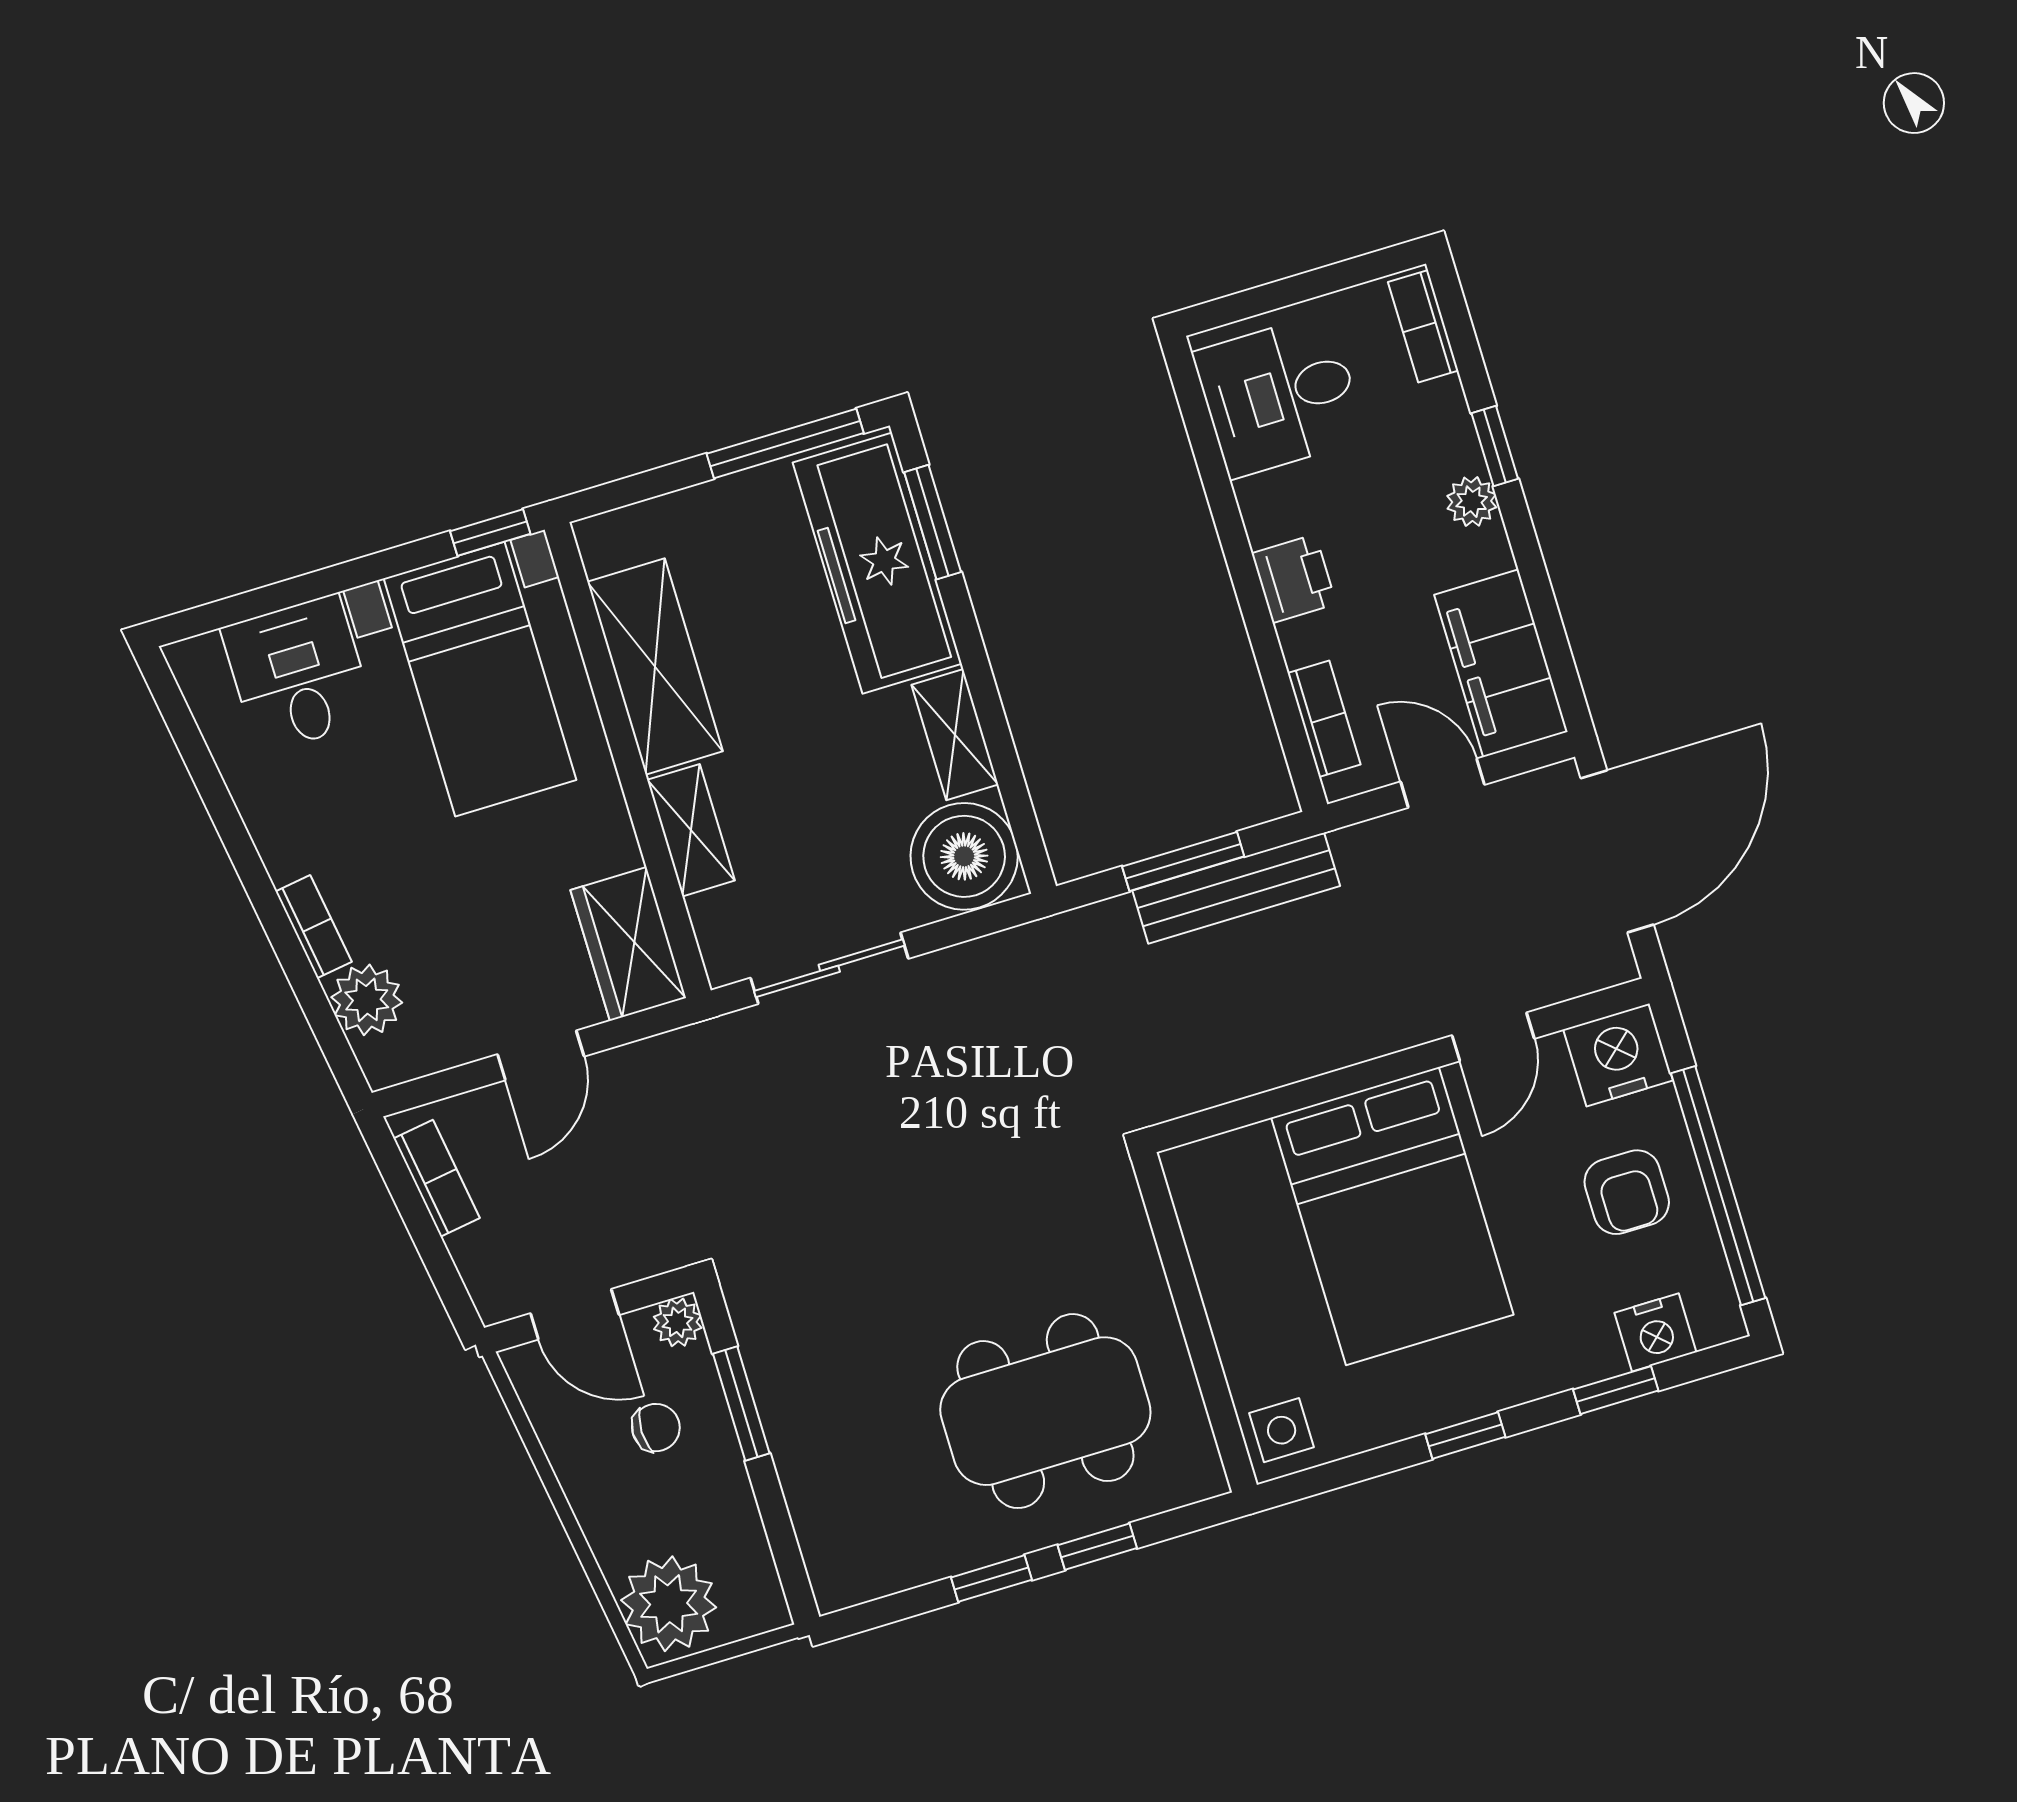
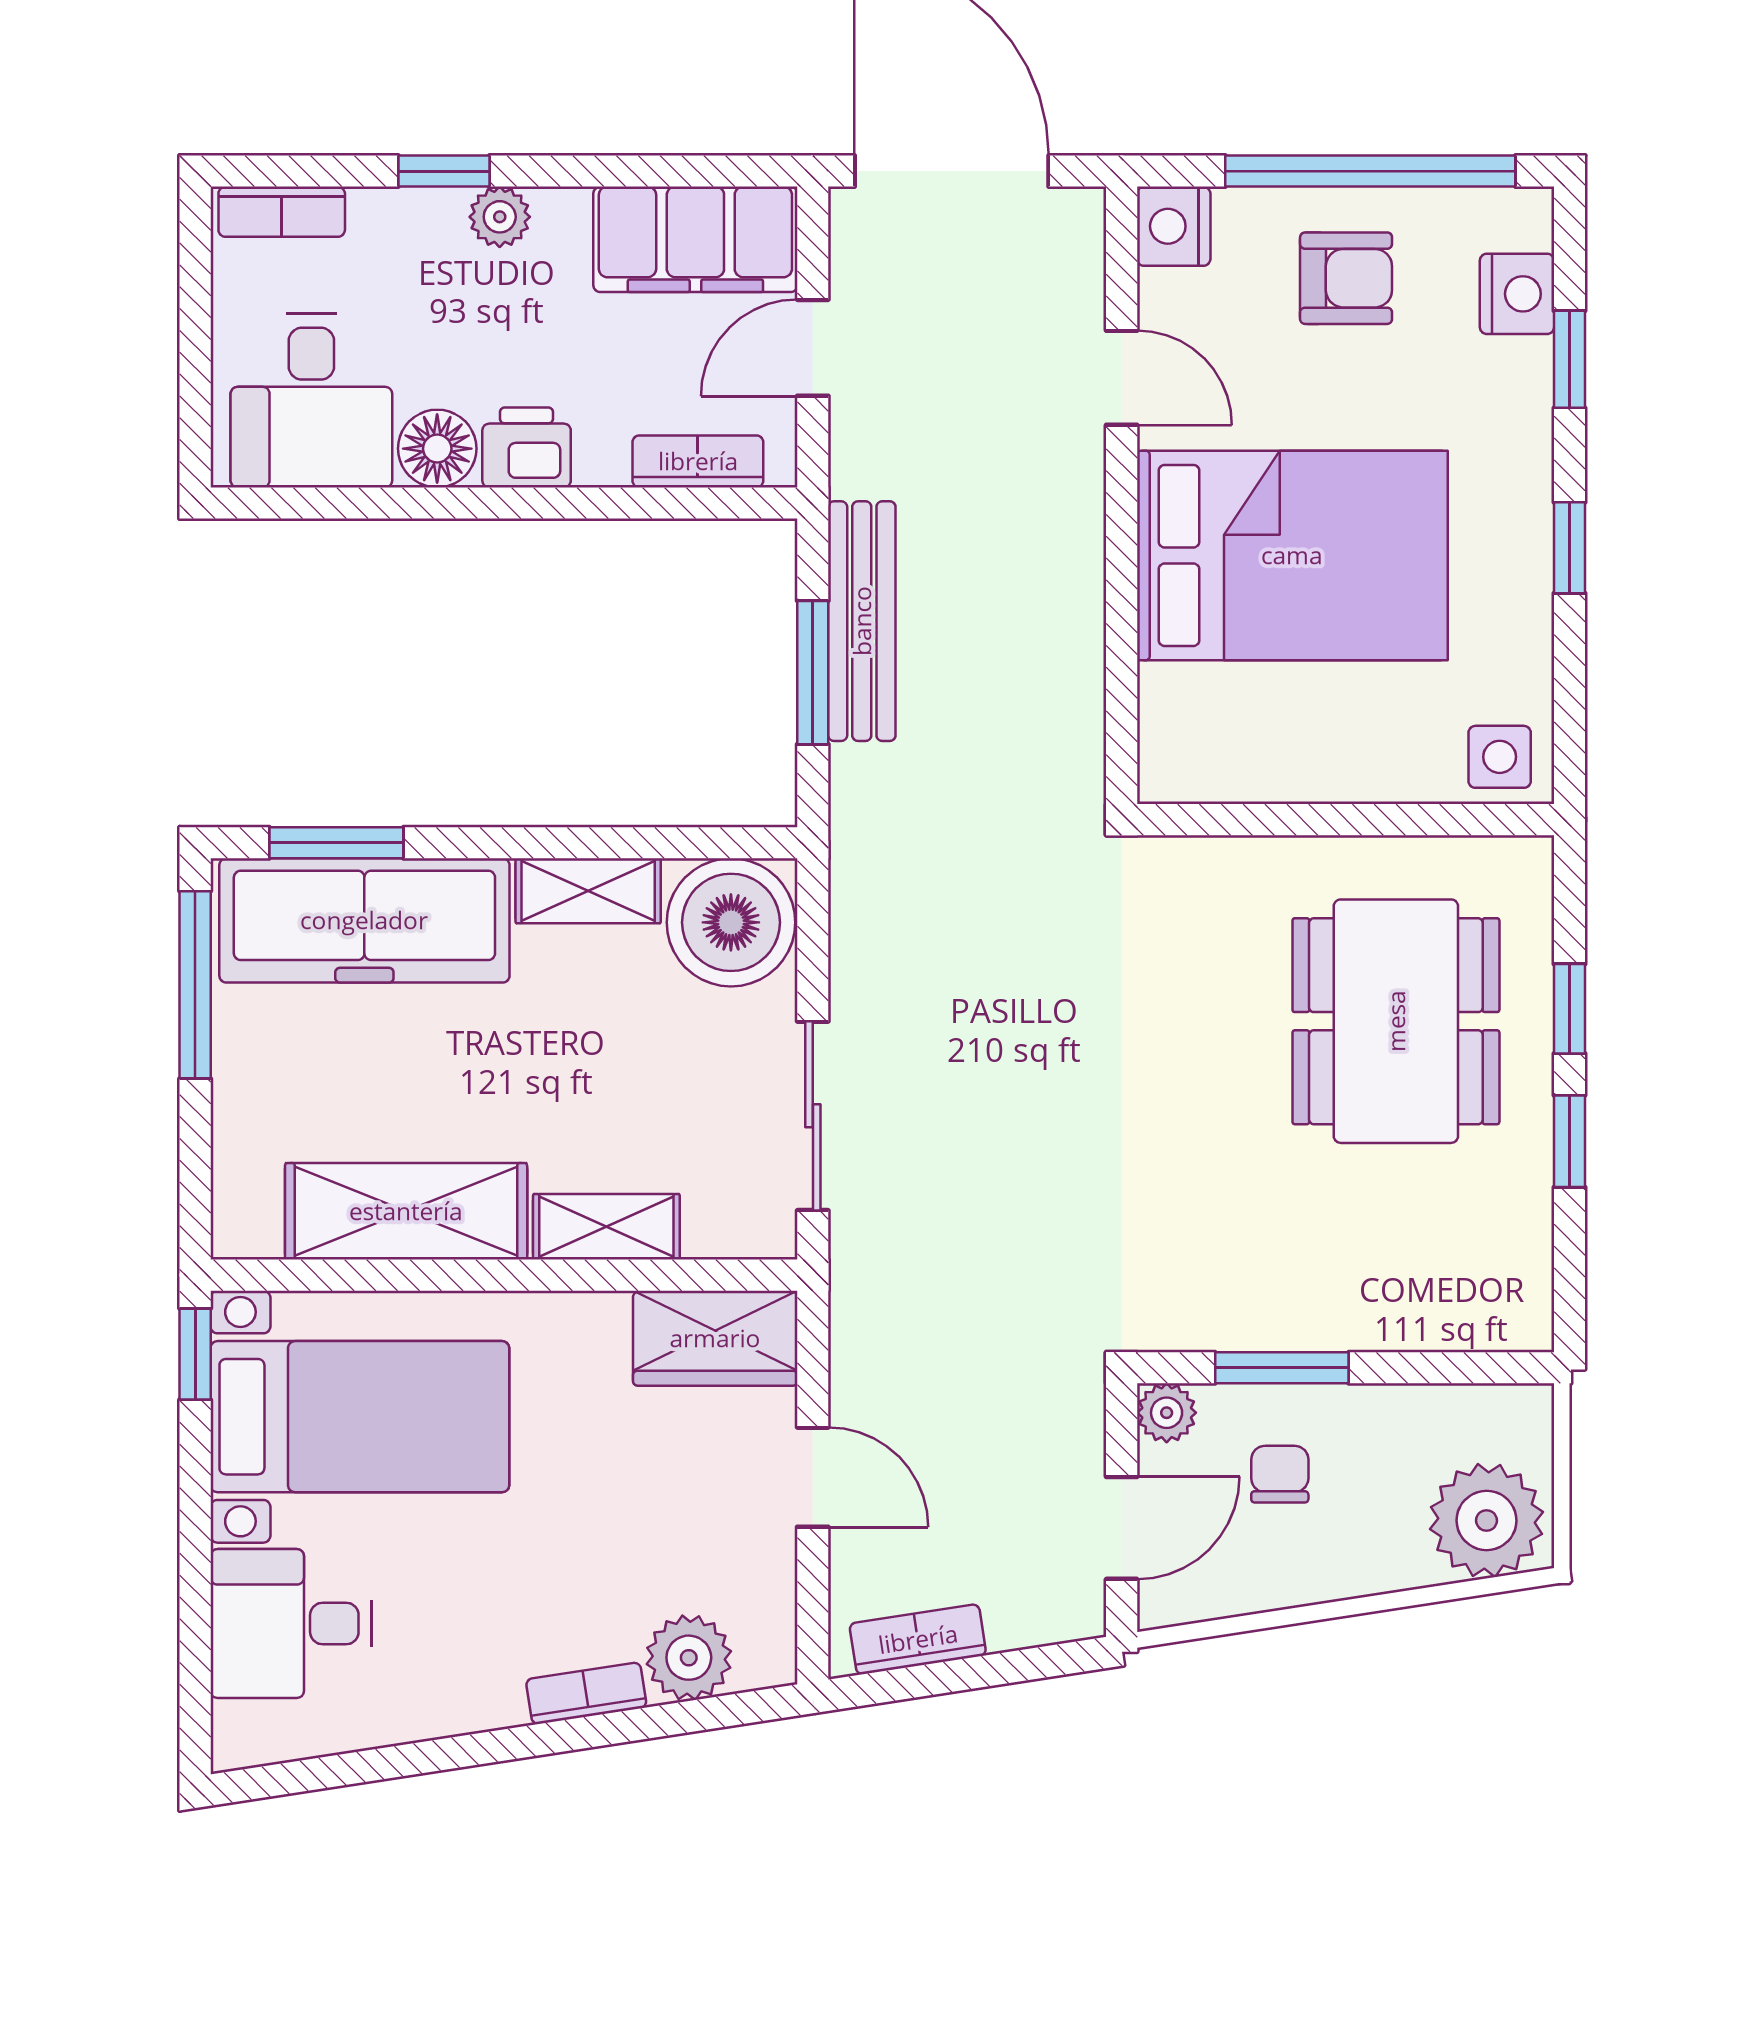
floor lamp: (1272, 508) -> (437, 449), added
nightstand: (1618, 1055) -> (1174, 226), width x0.74, depth x0.75

